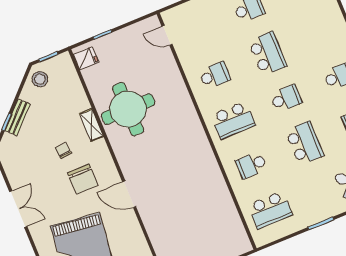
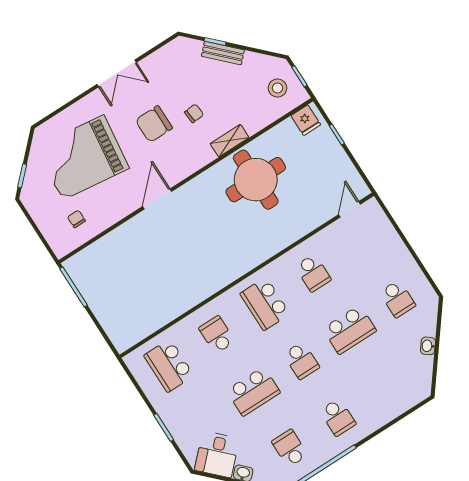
stool: (40, 79) -> (277, 88), moved
chair: (83, 179) -> (154, 124), moved

